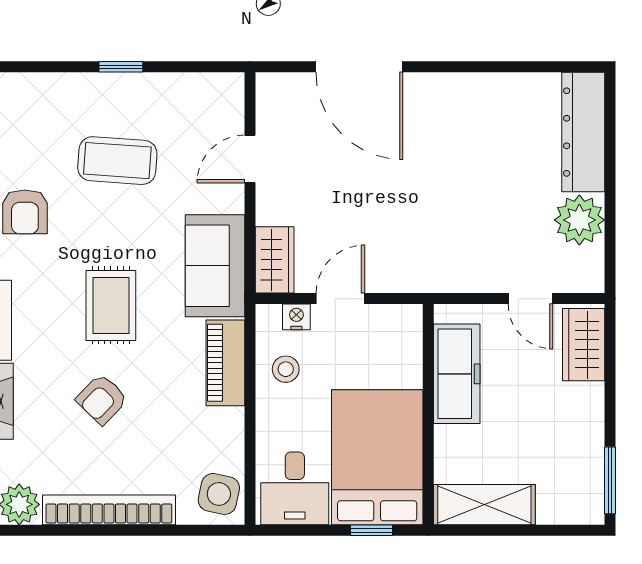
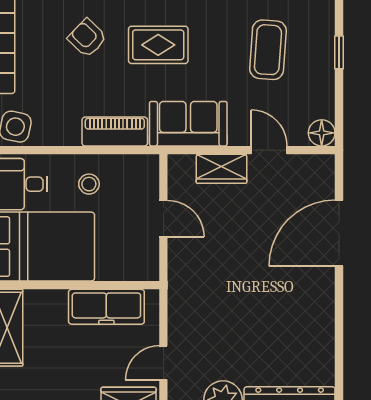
floor lamp: (227, 90) -> (322, 133), added
wardrobe: (275, 260) -> (221, 169), moved
nightstand: (296, 317) -> (150, 185), removed
stool: (286, 369) -> (89, 184), moved

